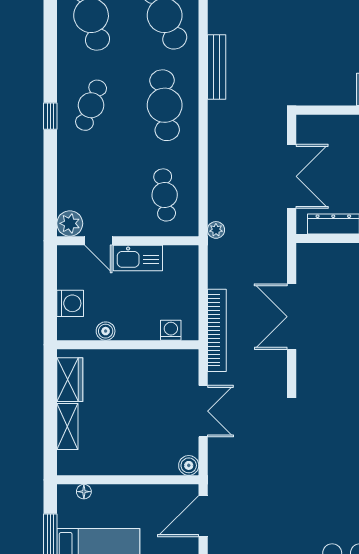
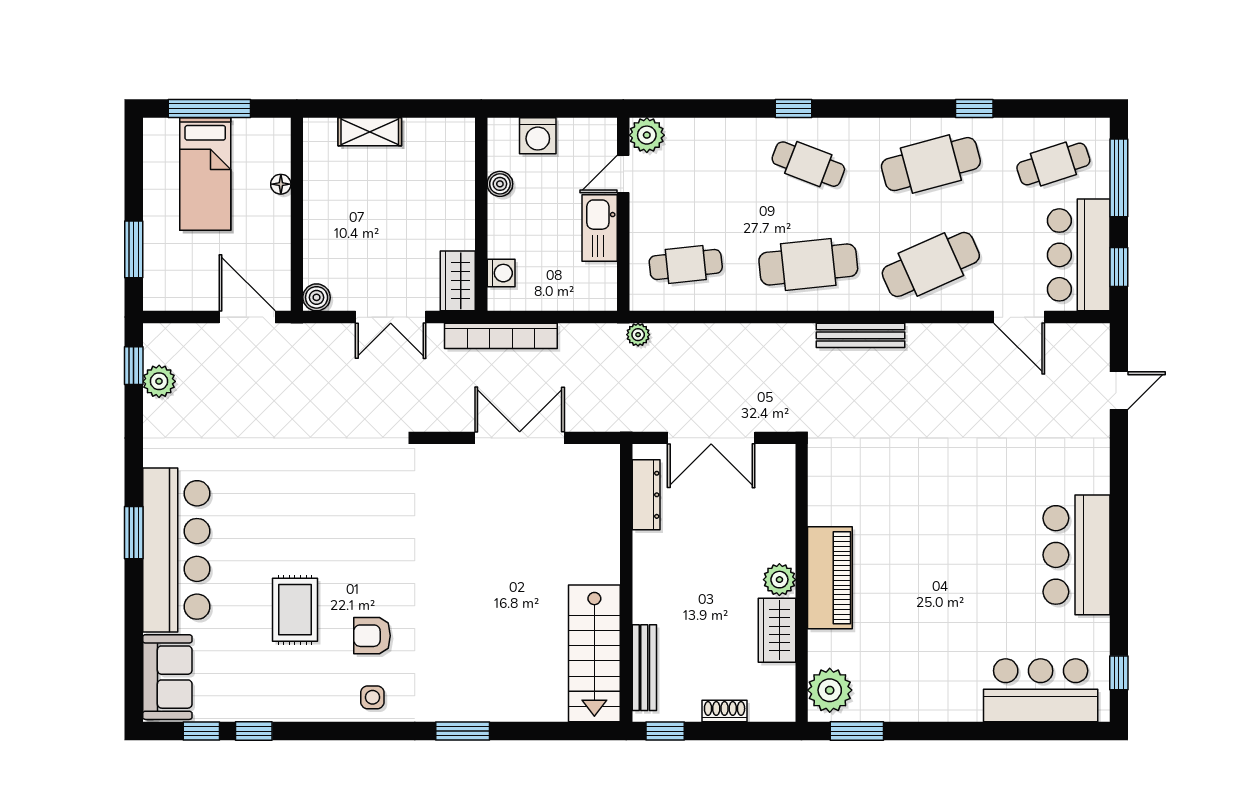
wardrobe: (70, 380) -> (458, 281), moved, turned 90
floor lamp: (84, 492) -> (281, 184), moved

